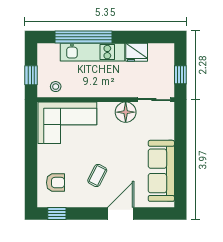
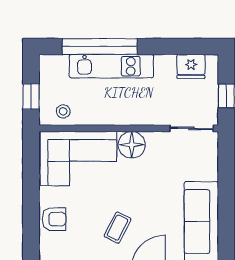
fridge: (137, 52) -> (191, 66), moved
floor lamp: (126, 112) -> (132, 145), moved
armchair: (56, 183) -> (54, 219), moved

